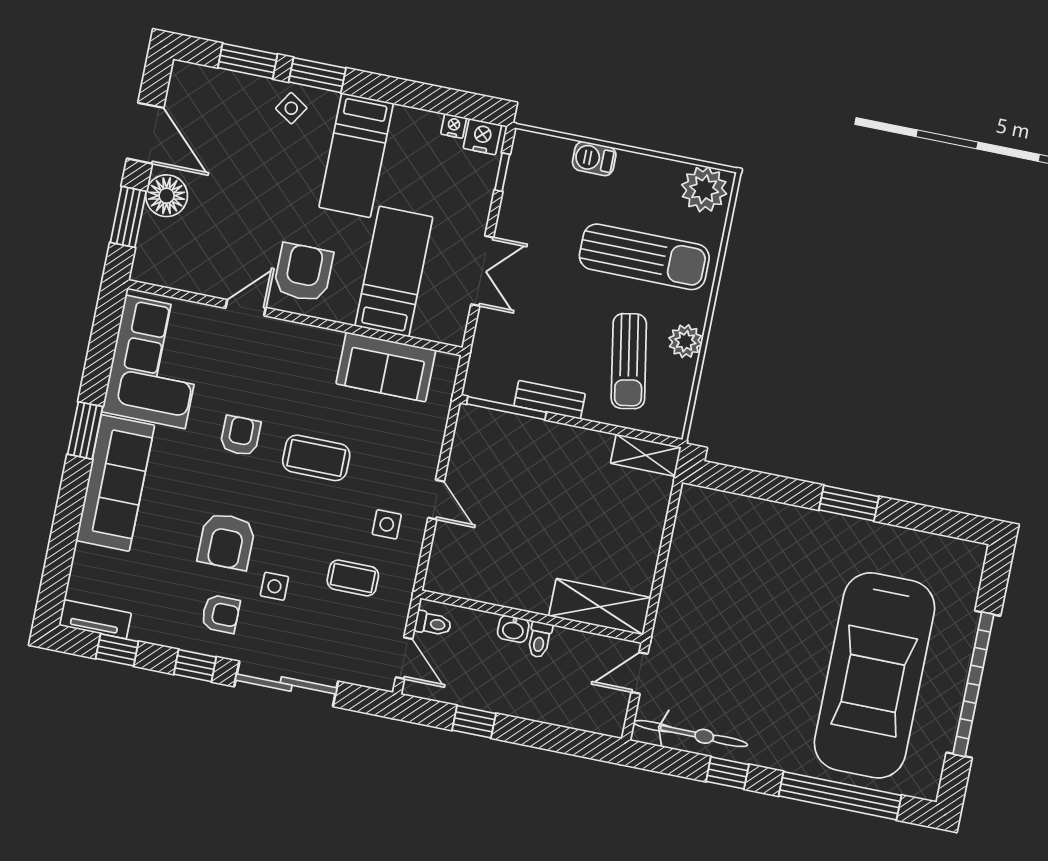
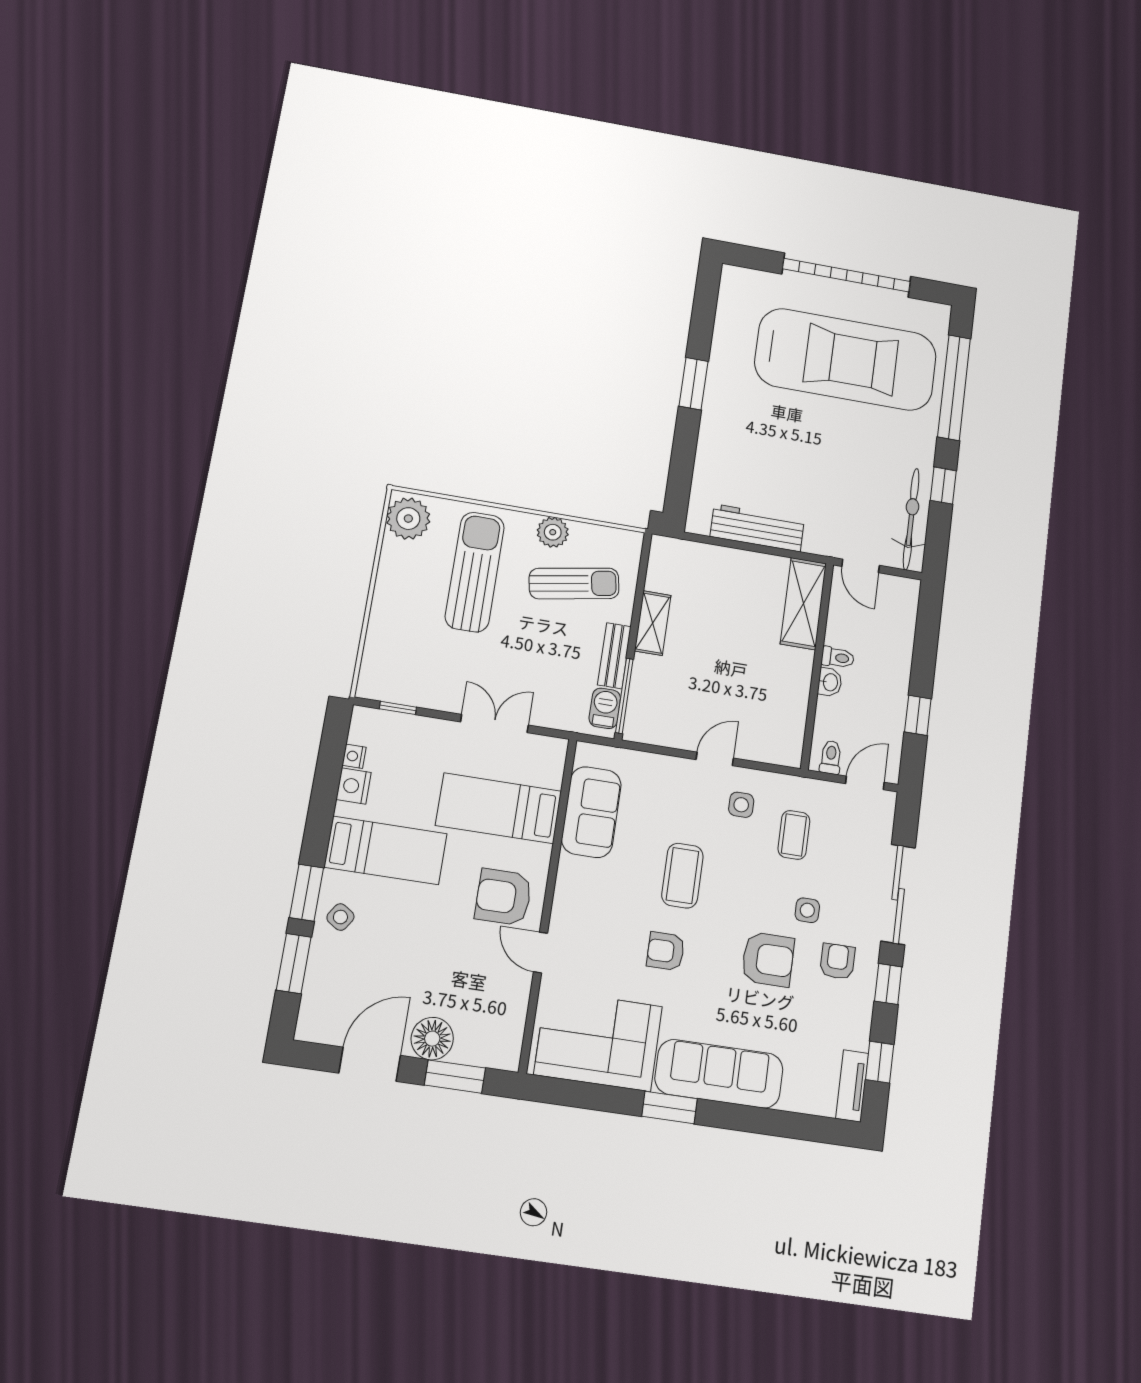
nightstand: (482, 137) -> (354, 786), moved
barbecue: (594, 159) -> (605, 708), moved, turned 180
shelving: (646, 455) -> (653, 623), moved
workbench: (685, 562) -> (757, 528), added

